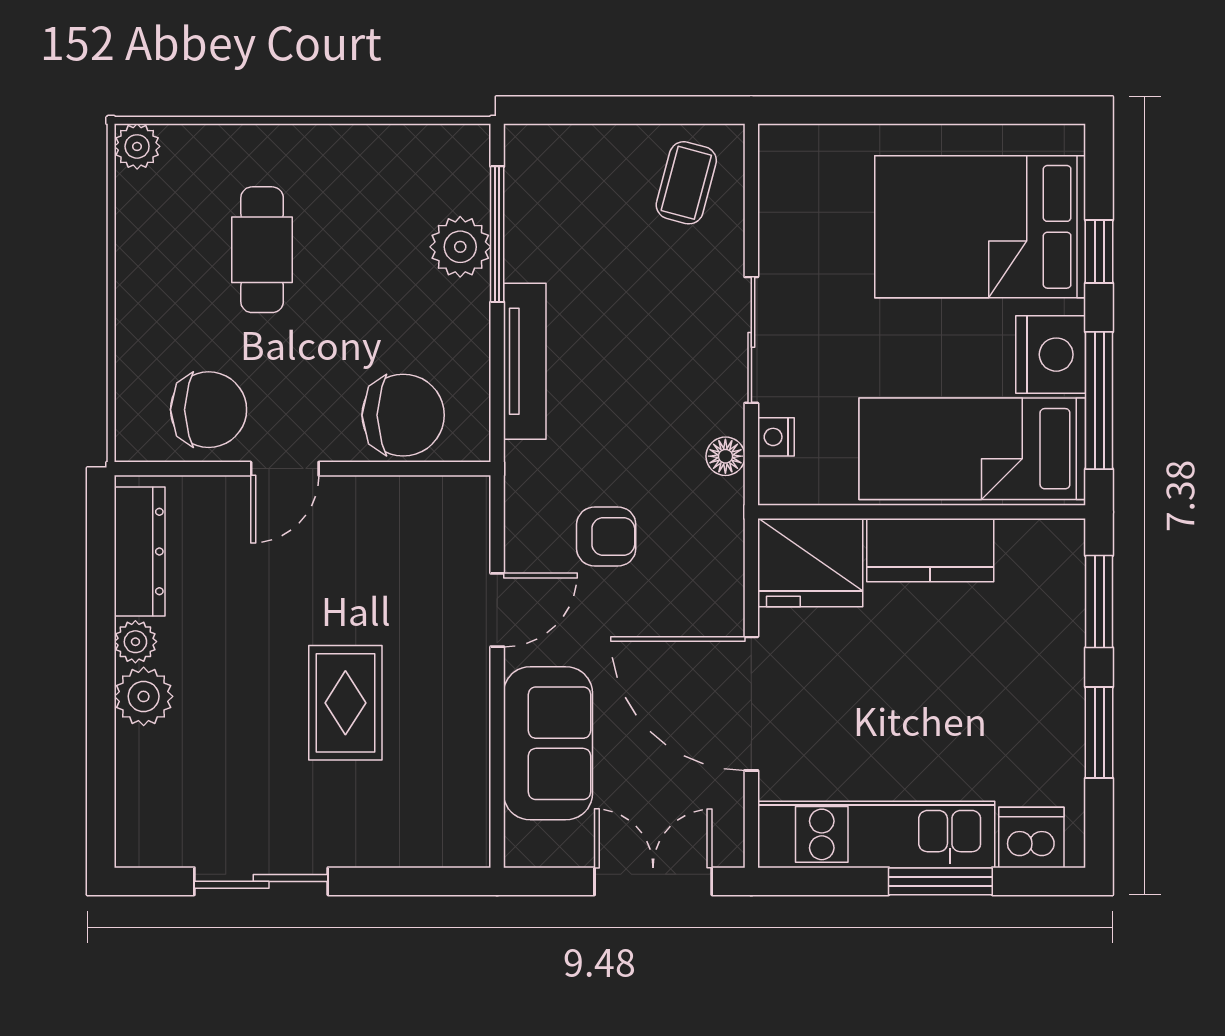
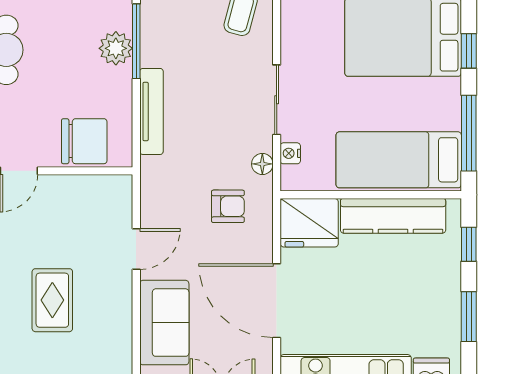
nightstand: (1051, 355) -> (442, 108), removed
armchair: (606, 536) -> (228, 206), moved
kitchen counter: (930, 550) -> (393, 216), width x1.50
window: (1099, 602) -> (469, 244), width x0.67

